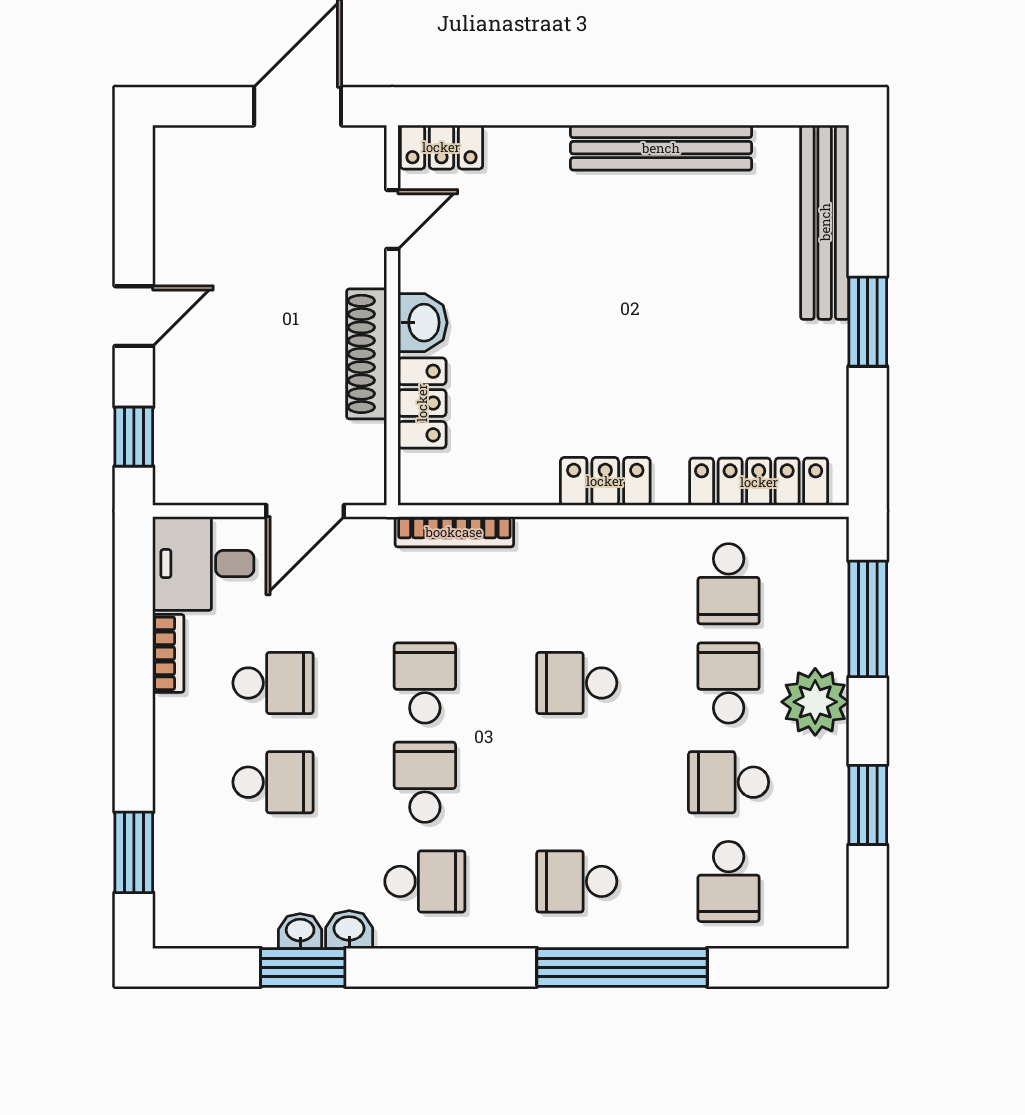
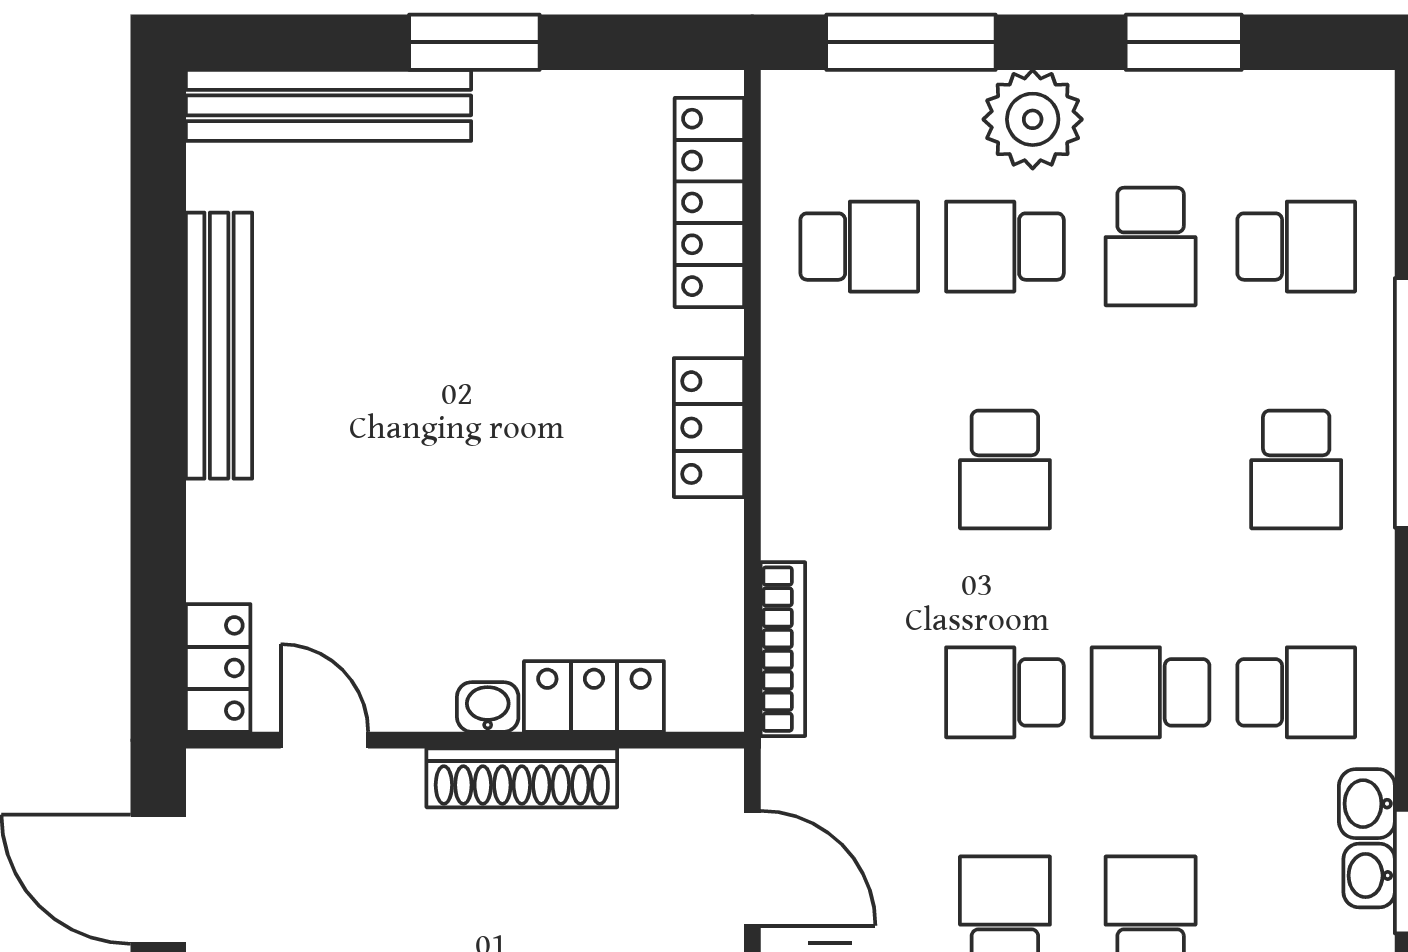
washbasin: (423, 323) -> (488, 707), width x0.72, depth x0.69
school desk: (425, 881) -> (1296, 692), turned 90

